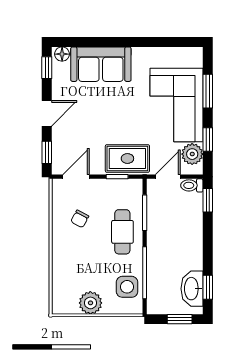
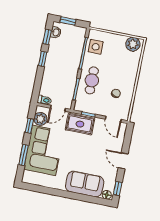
door: (47, 113) -> (123, 161), hinge flipped
window: (47, 152) -> (128, 137), removed
door: (76, 177) -> (113, 119), hinge flipped
window: (208, 200) -> (43, 59), moved
washbasin: (192, 289) -> (56, 32), width x0.52, depth x0.69
plant: (90, 303) -> (133, 44), moved

